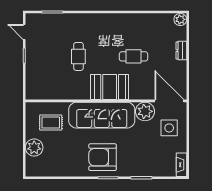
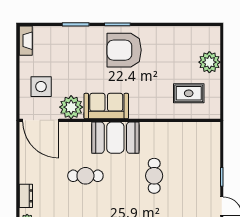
dresser: (181, 51) -> (26, 196), moved
sofa: (102, 115) -> (106, 106), width x0.54, depth x0.79
armchair: (103, 157) -> (124, 50), turned 180

